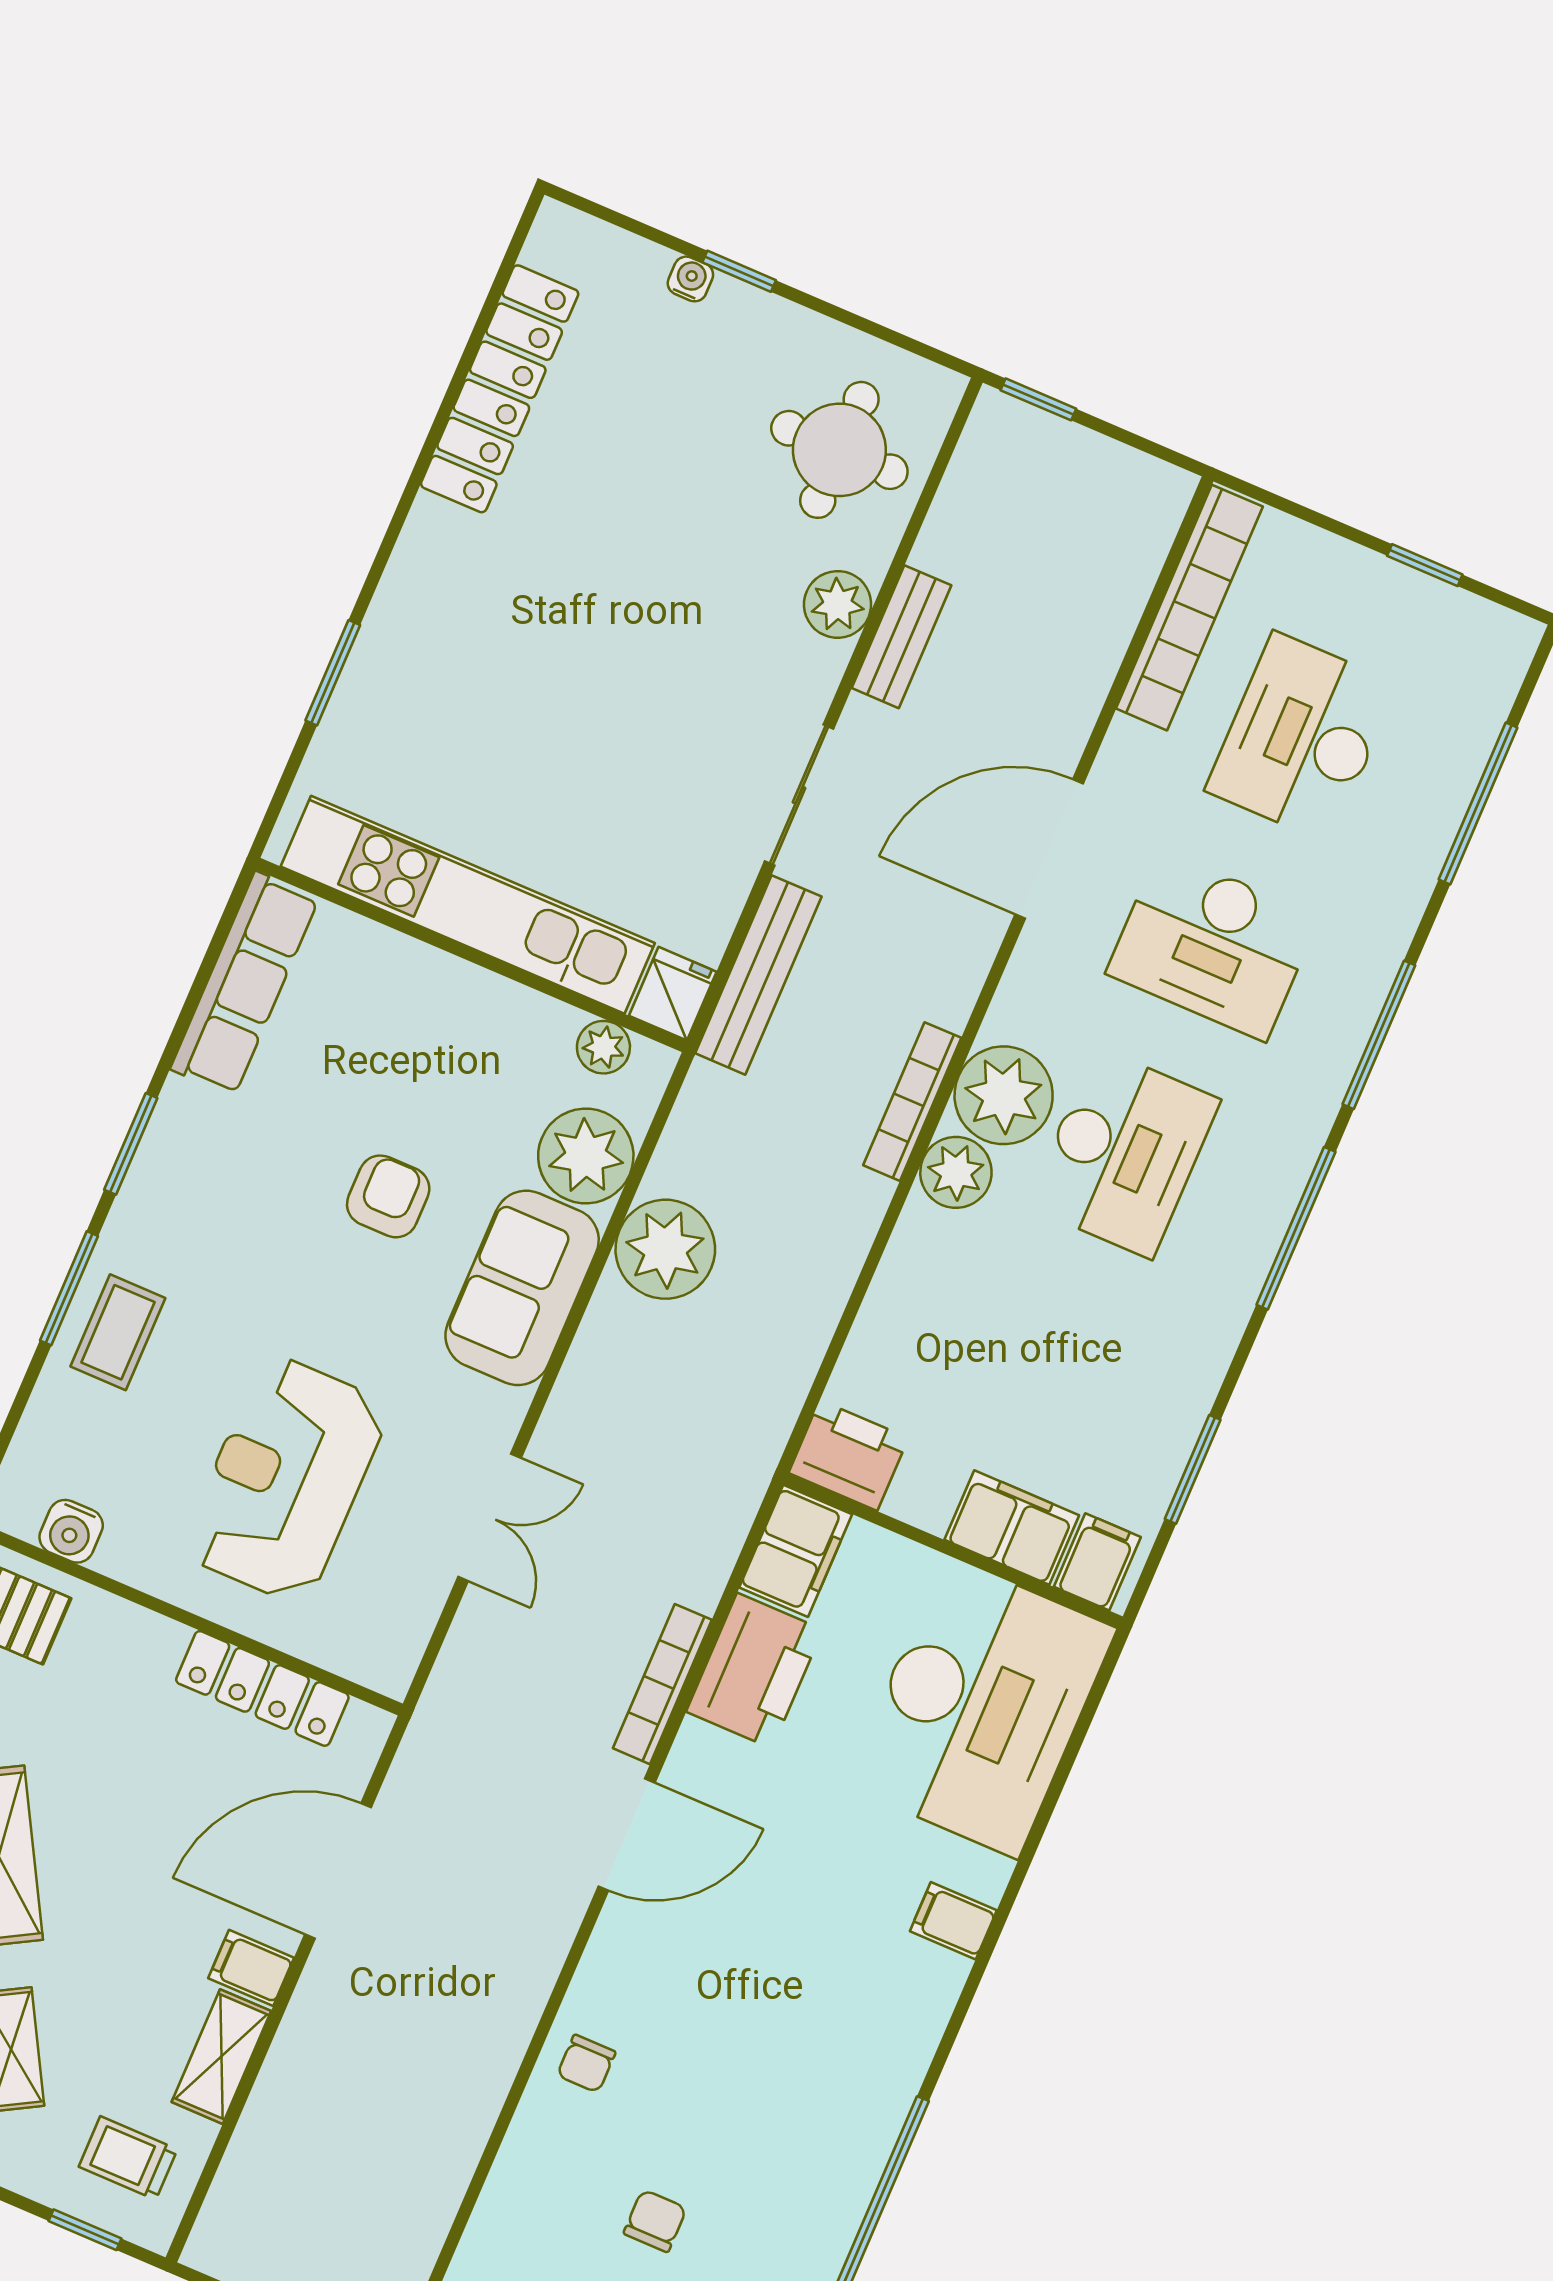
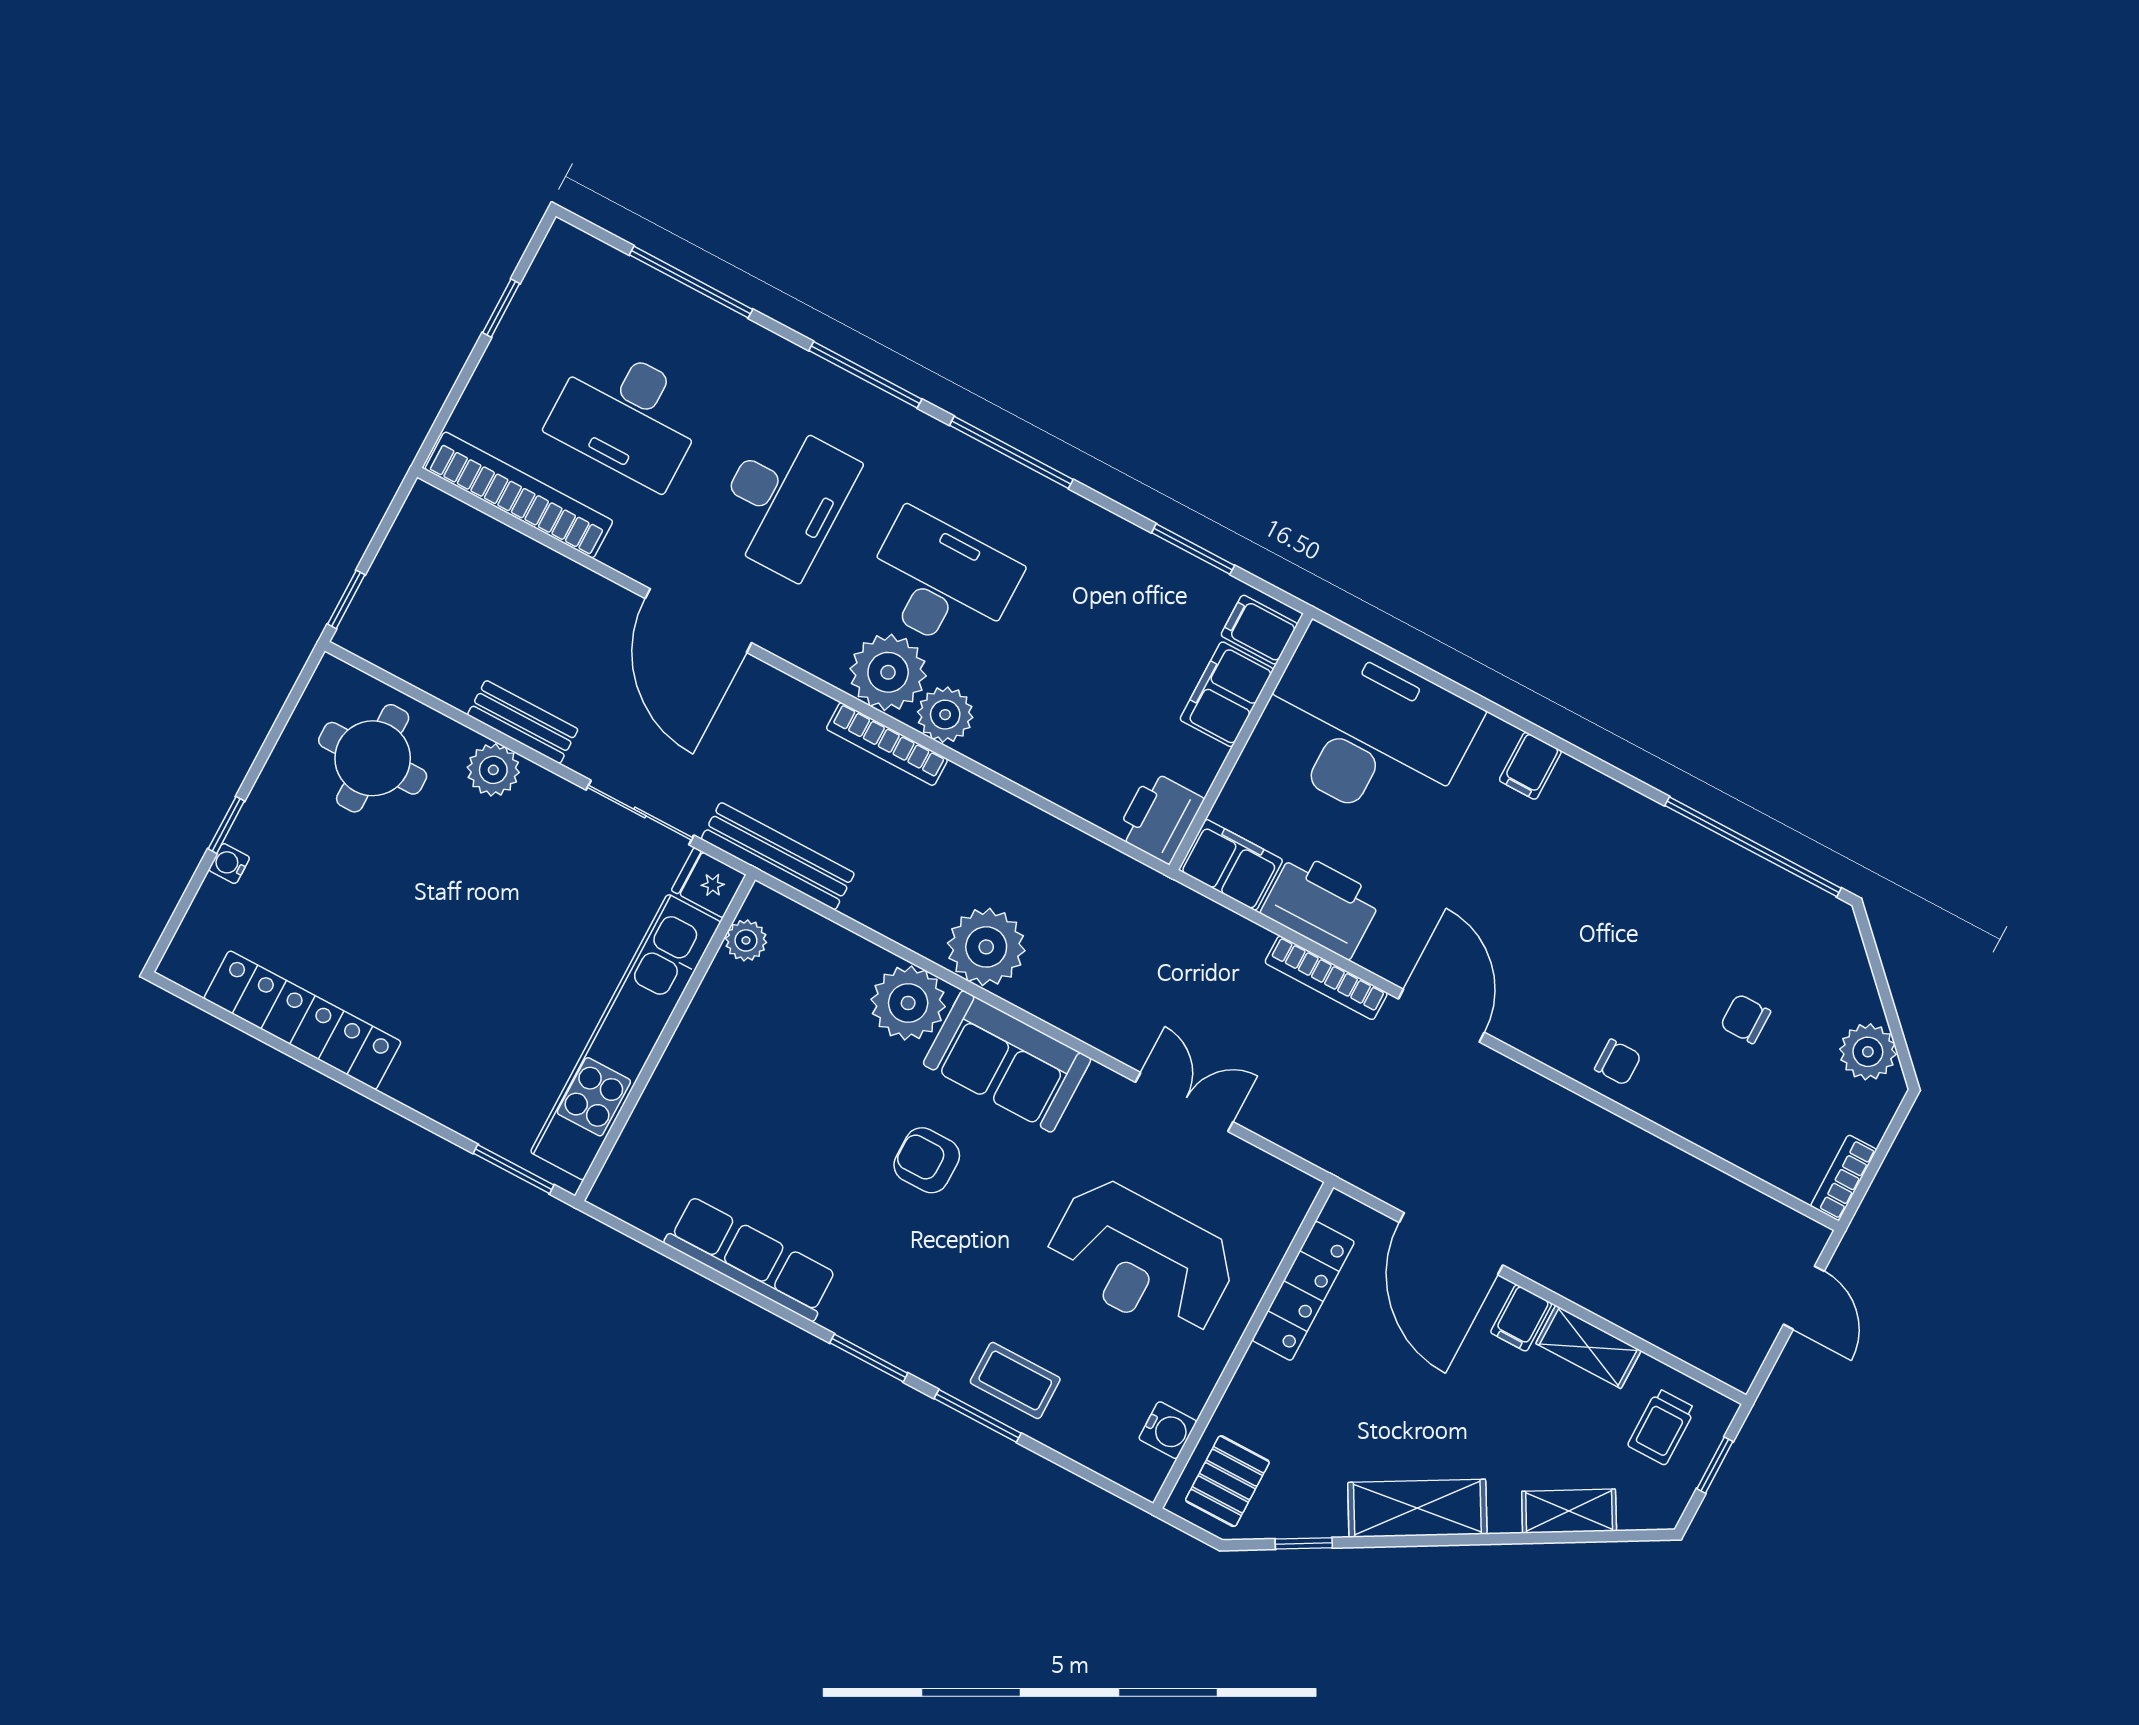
kitchen unit: (468, 905) -> (626, 1037), moved
wall: (471, 955) -> (665, 1038), moved
fridge: (673, 994) -> (709, 883), moved
plant: (603, 1047) -> (746, 940), moved

